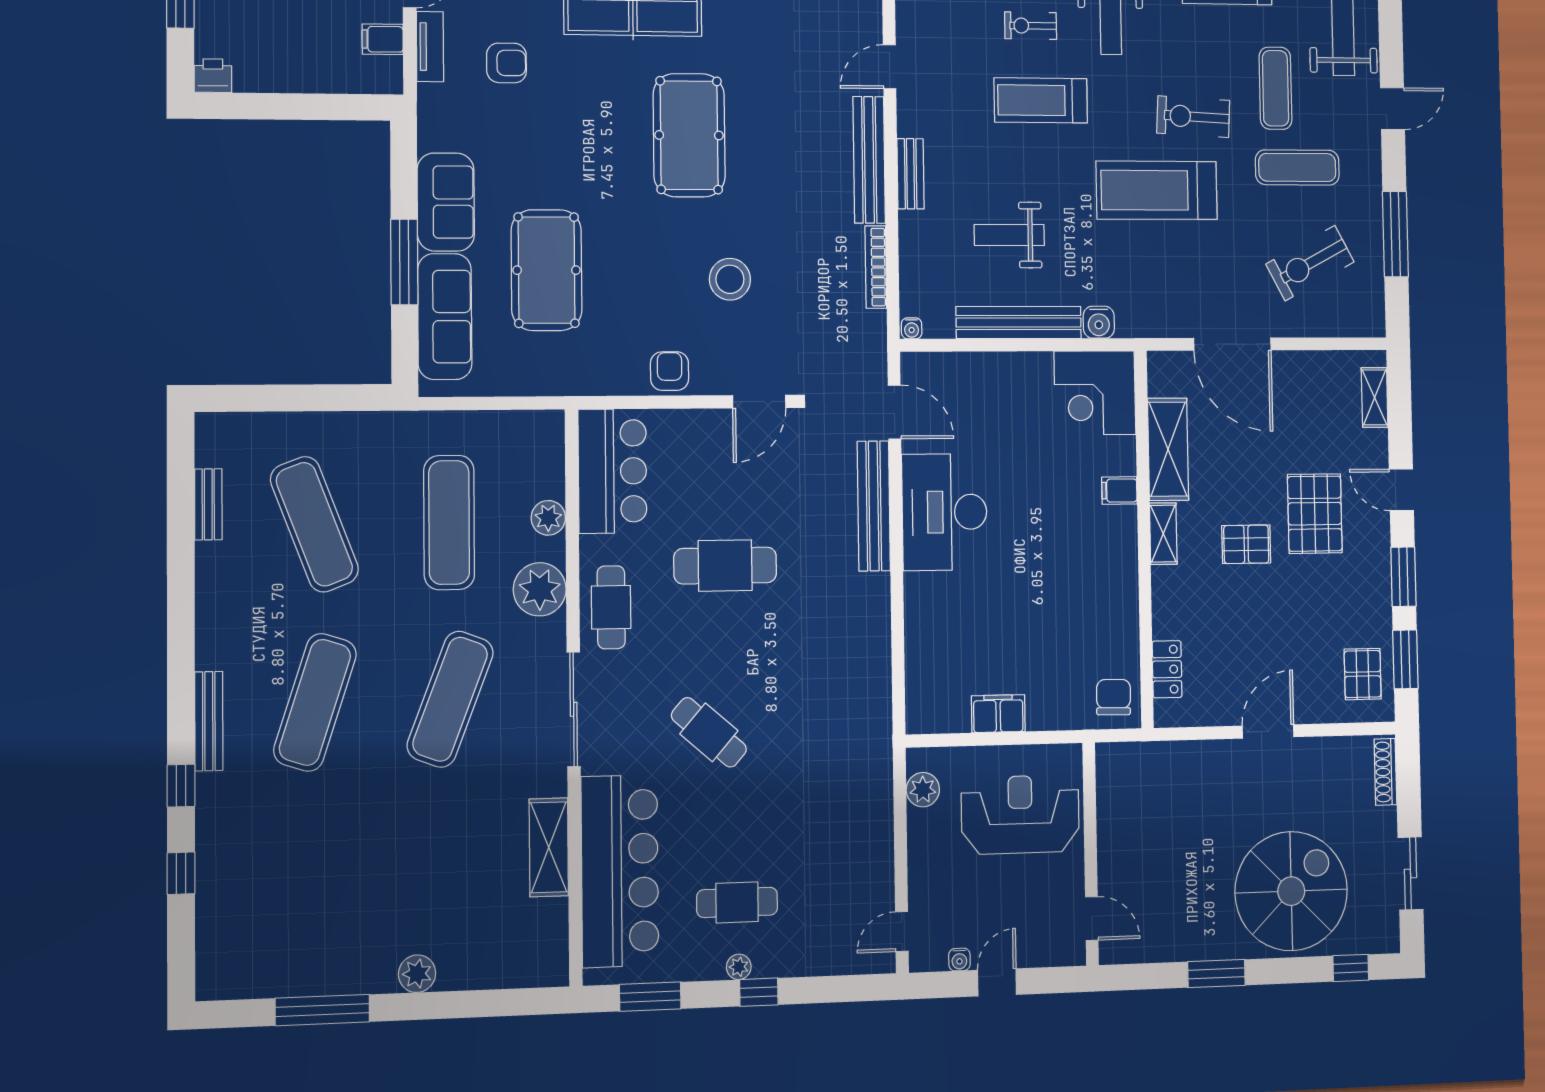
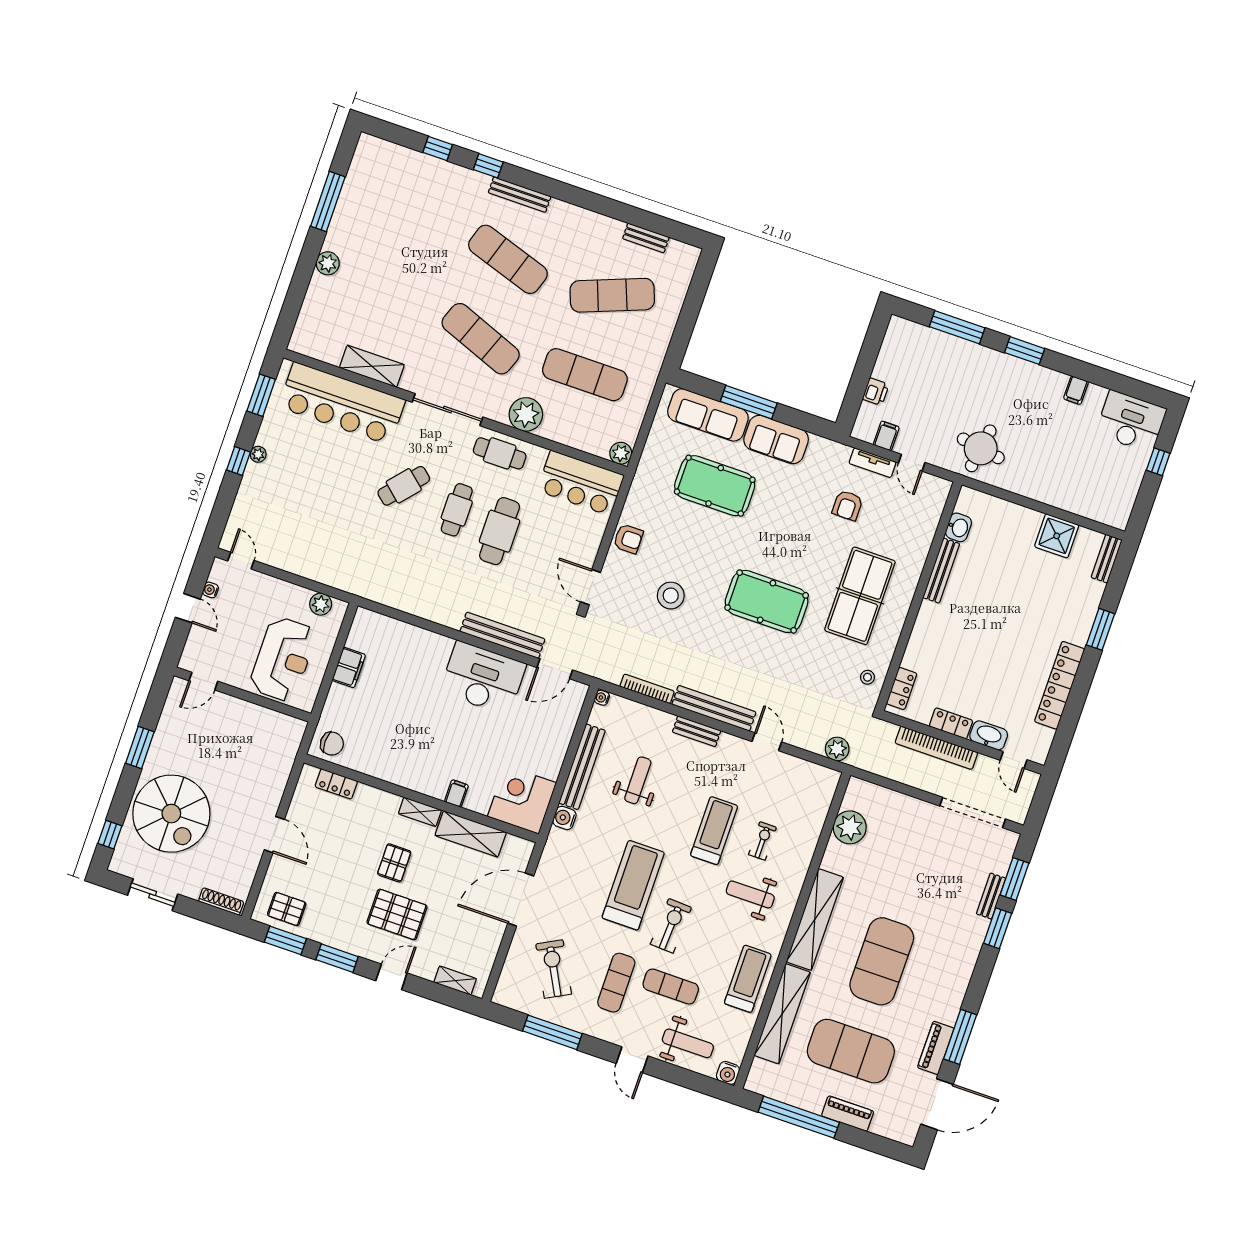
printer: (213, 76) -> (876, 392), moved
plant: (548, 518) -> (621, 453), moved
cafe table: (737, 902) -> (457, 510), moved

